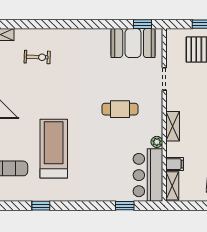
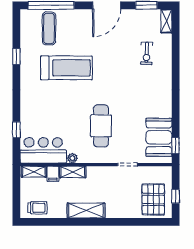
cafe table: (120, 109) -> (101, 126), width x1.37, depth x1.35
shelving: (173, 126) -> (73, 172), moved

